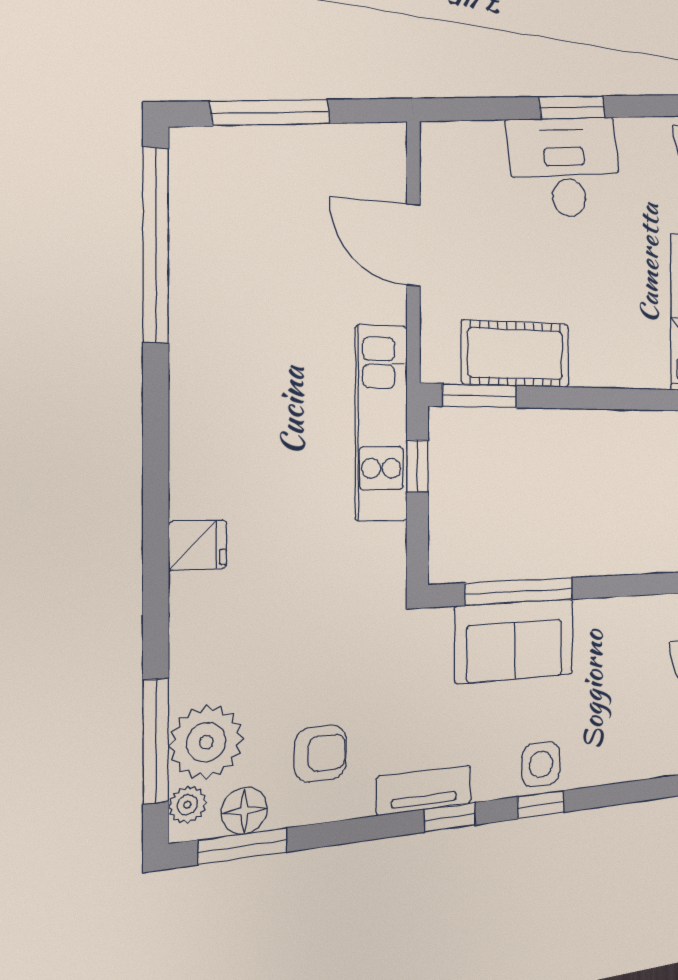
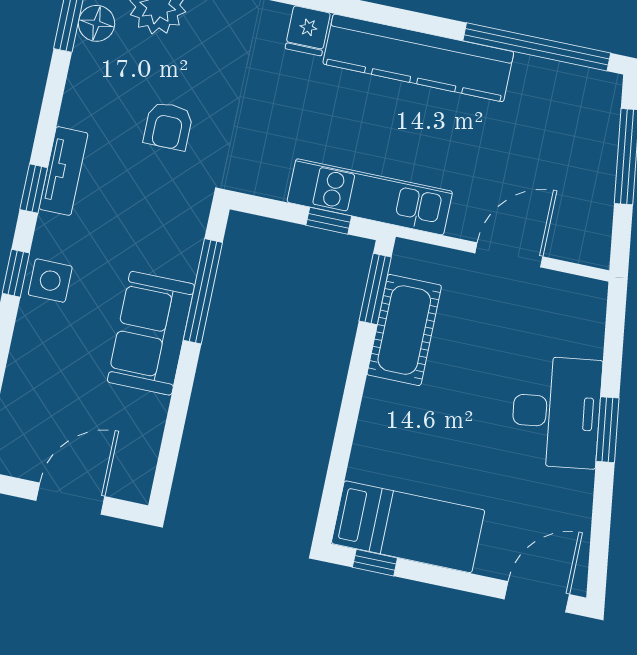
kitchen counter: (203, 397) -> (418, 58), added
sofa: (515, 641) -> (151, 333), moved
armchair: (320, 753) -> (168, 126), moved

